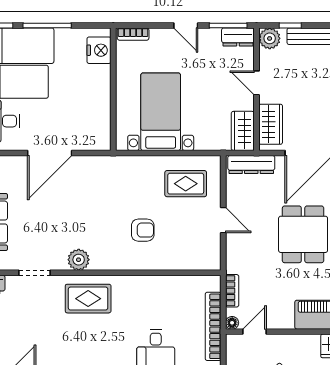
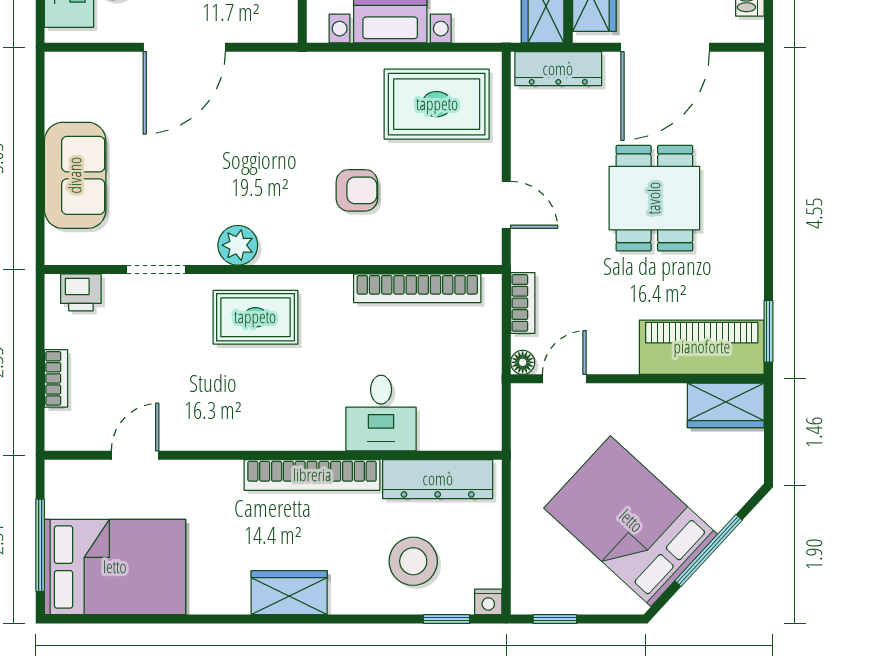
rug: (186, 184) -> (437, 104), width x1.36, depth x1.43
door: (223, 220) -> (506, 205), moved
bookcase: (213, 326) -> (417, 288), moved, turned -90

